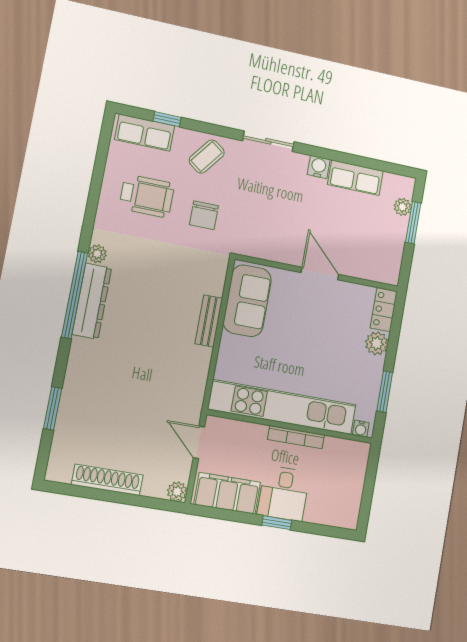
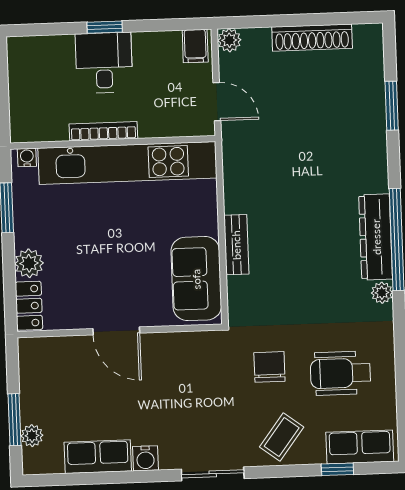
filing cabinet: (227, 493) -> (195, 46), width x0.33, depth x0.86

